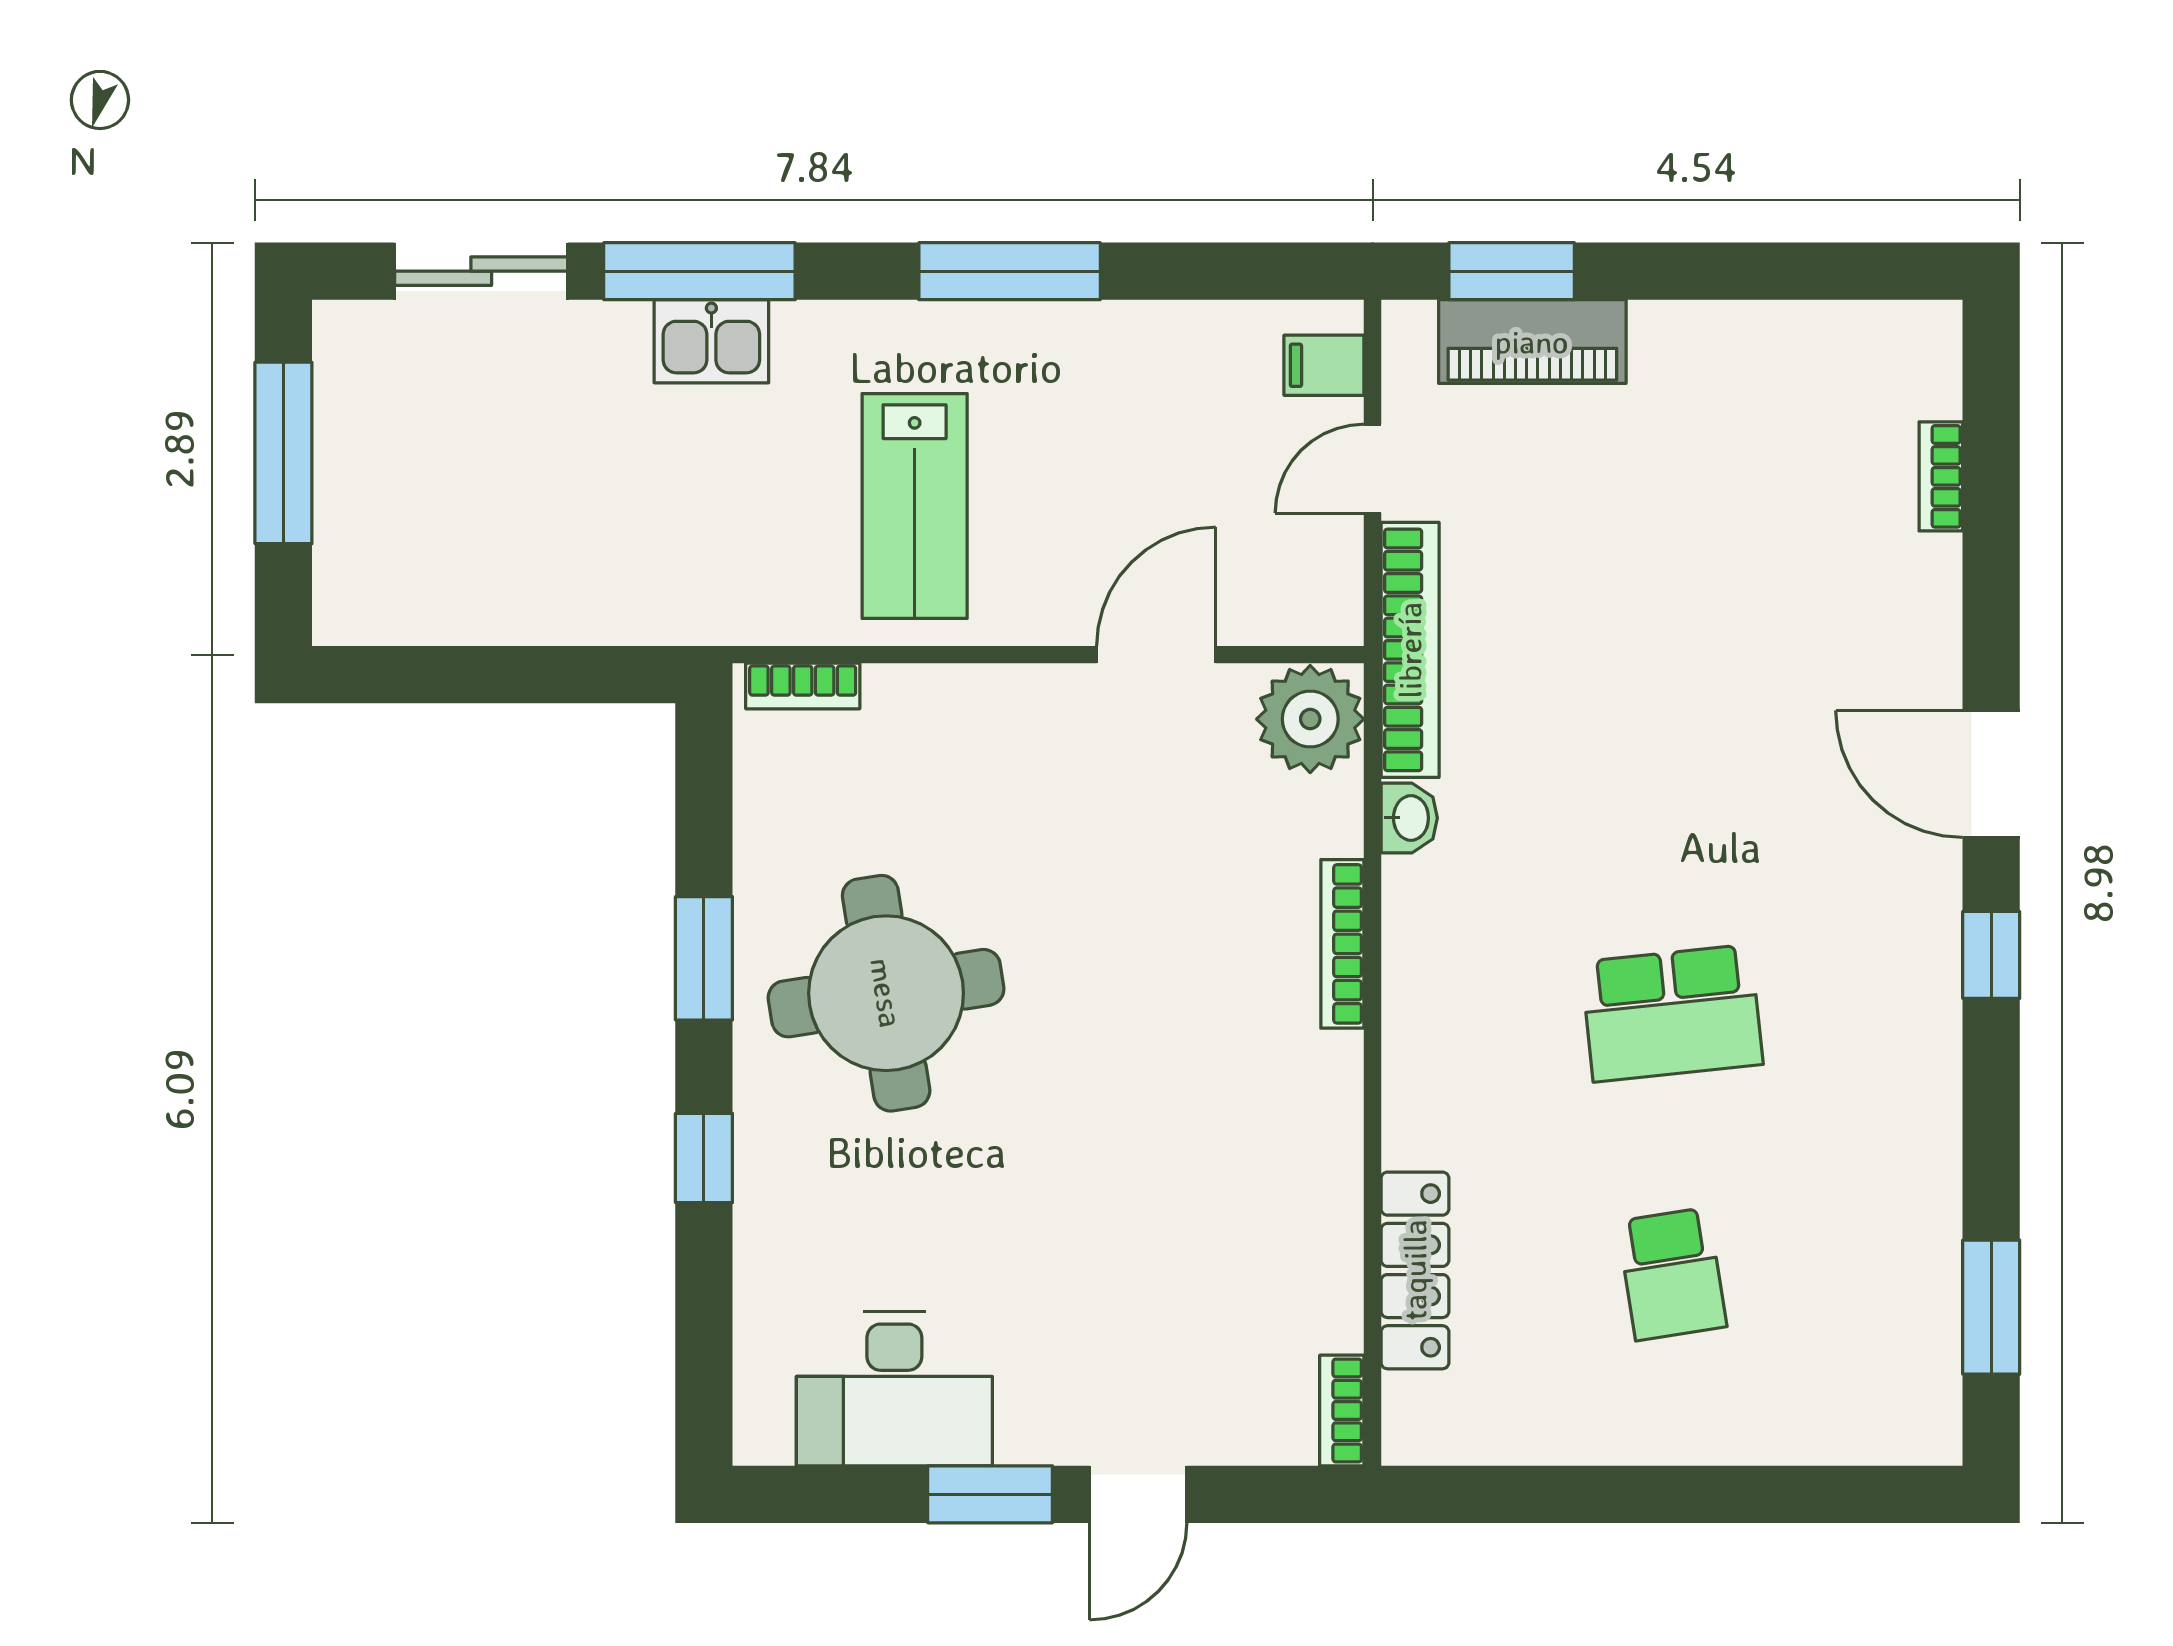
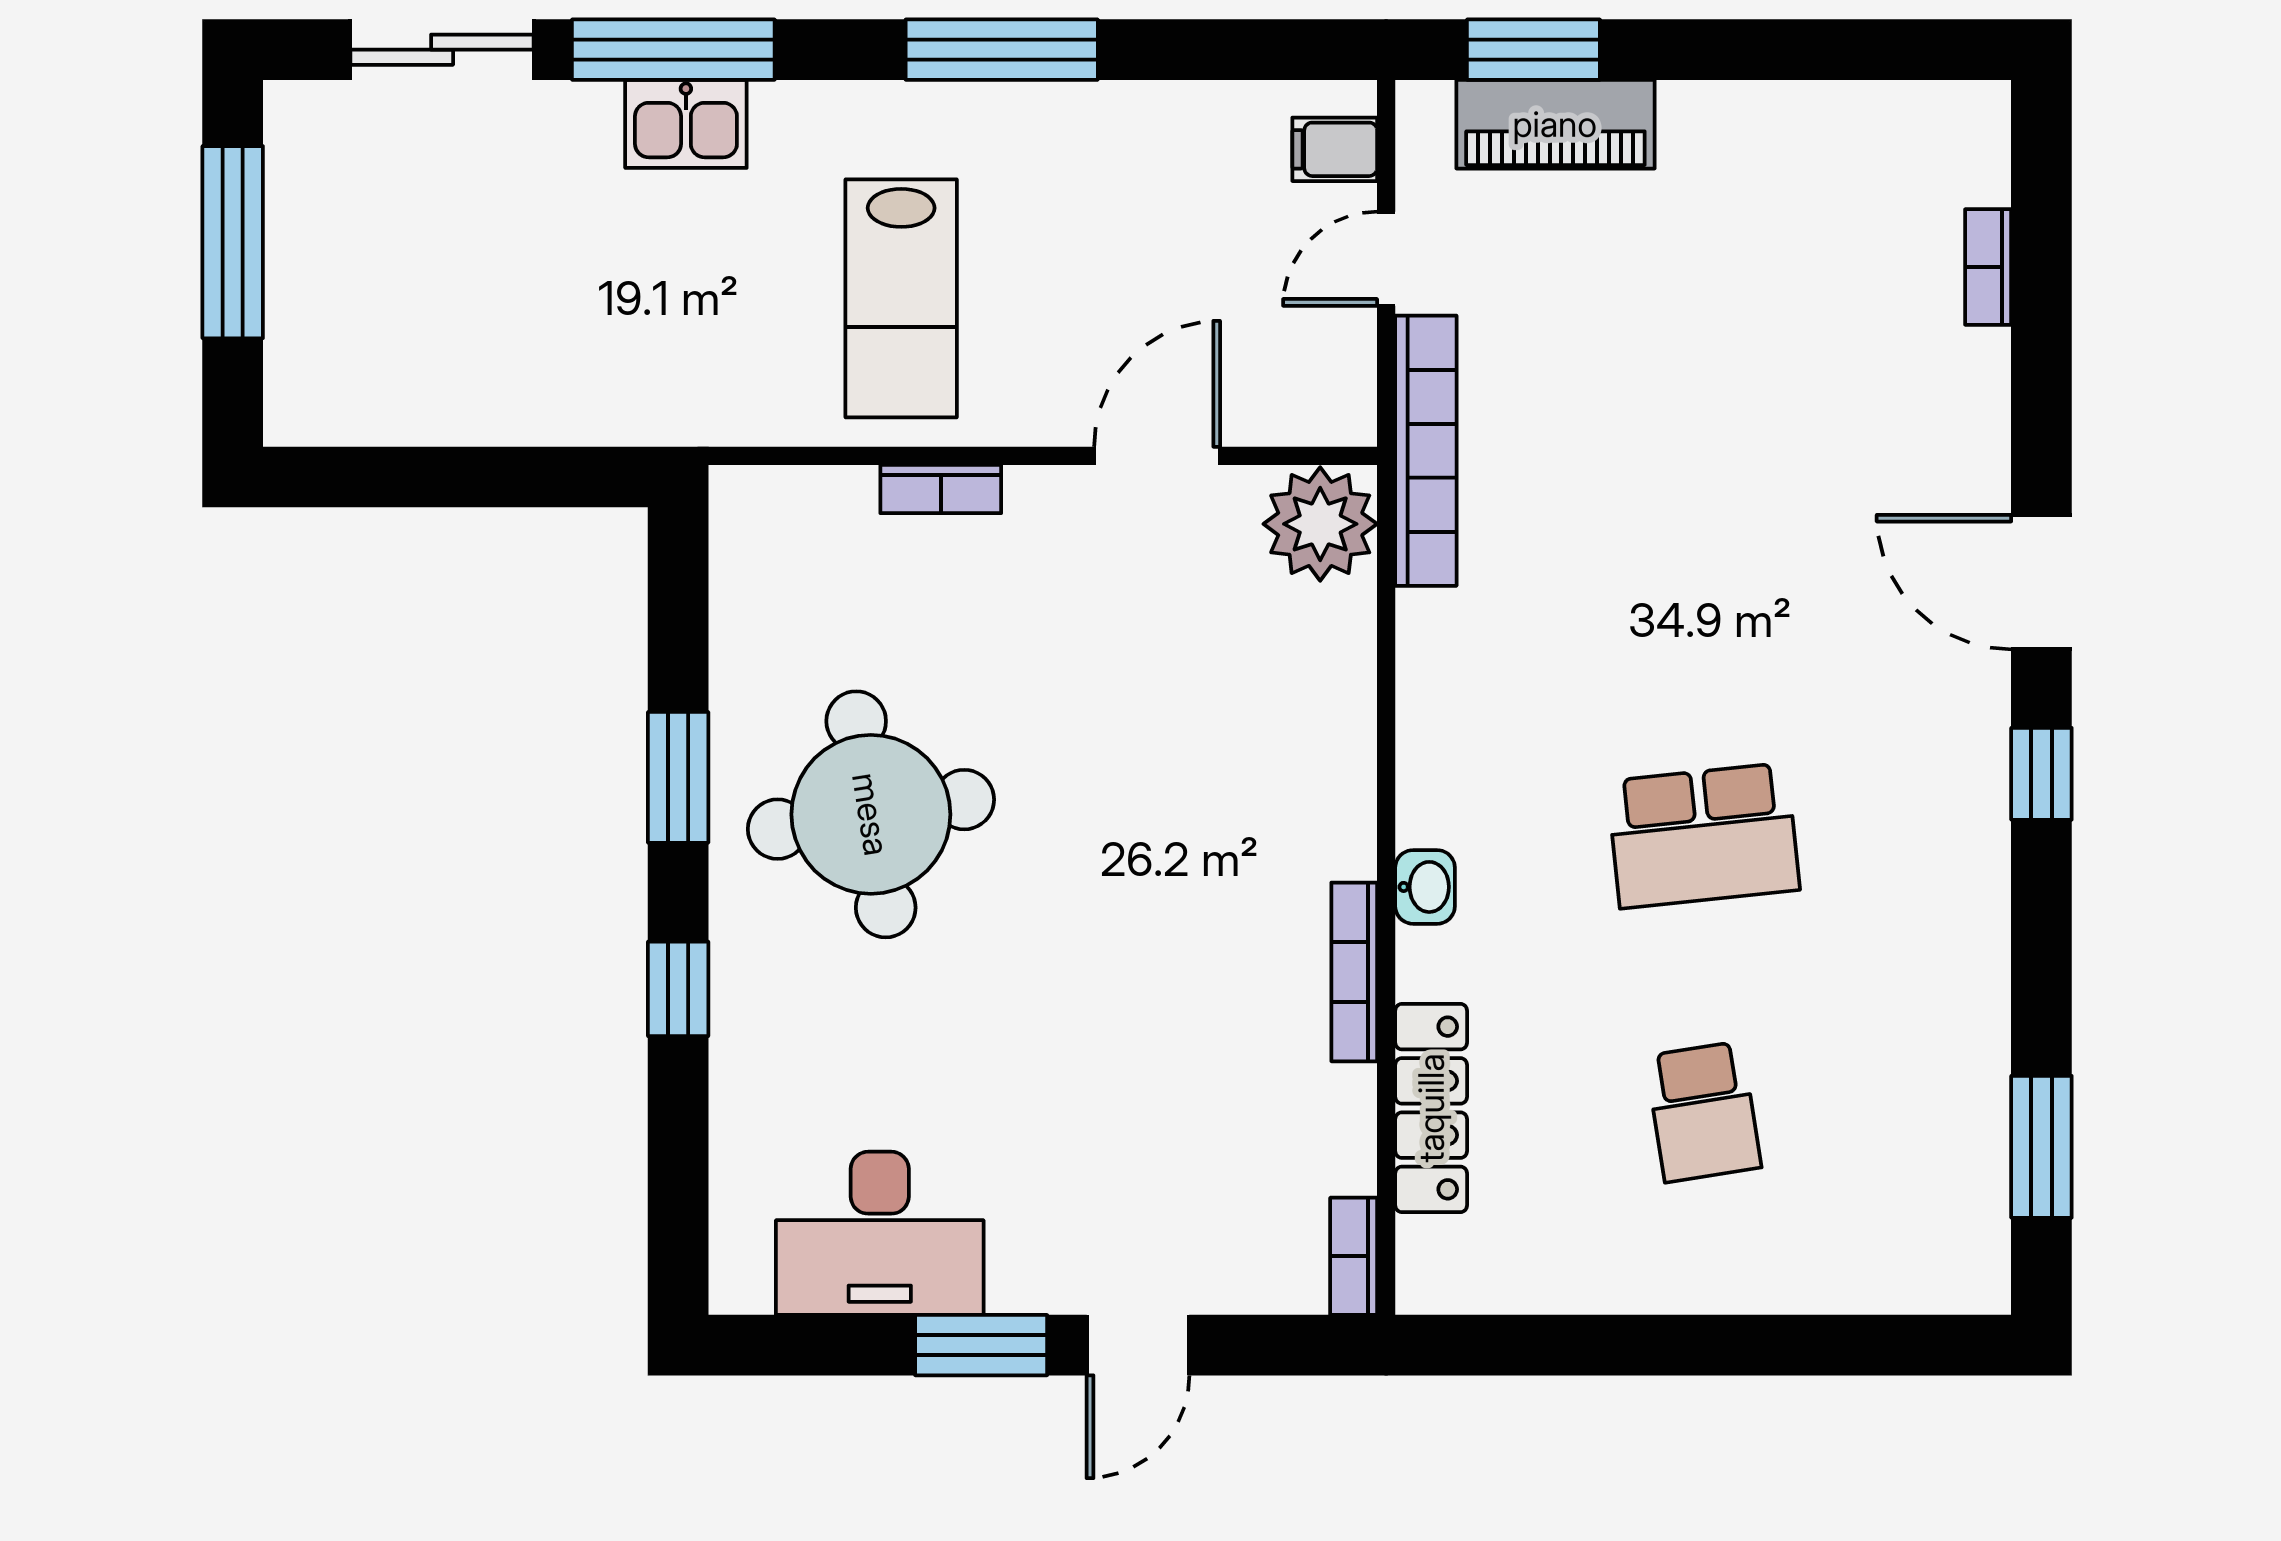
bookcase: (803, 686) -> (941, 489), moved
washbasin: (1409, 818) -> (1425, 887), moved
bookcase: (1342, 944) -> (1354, 972), moved

